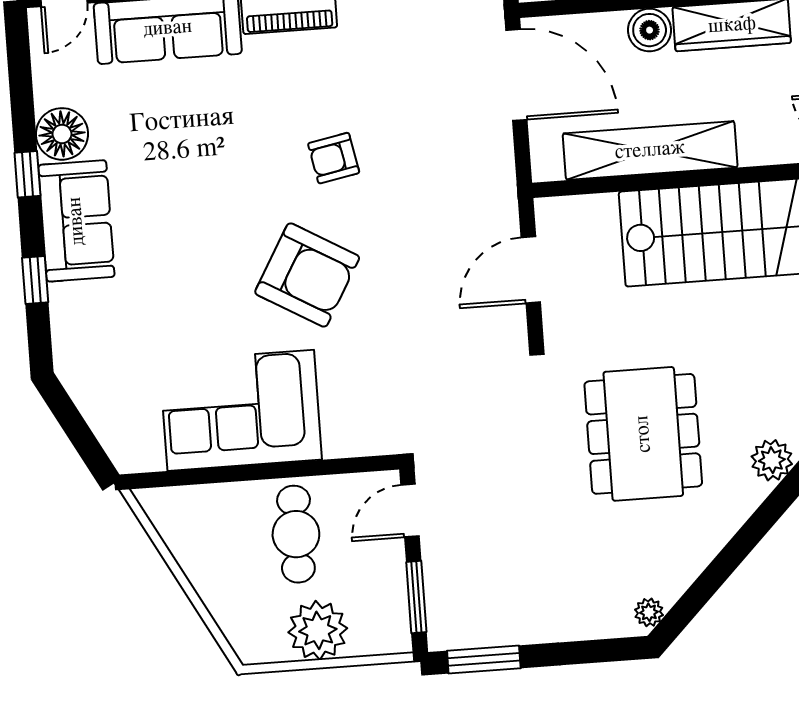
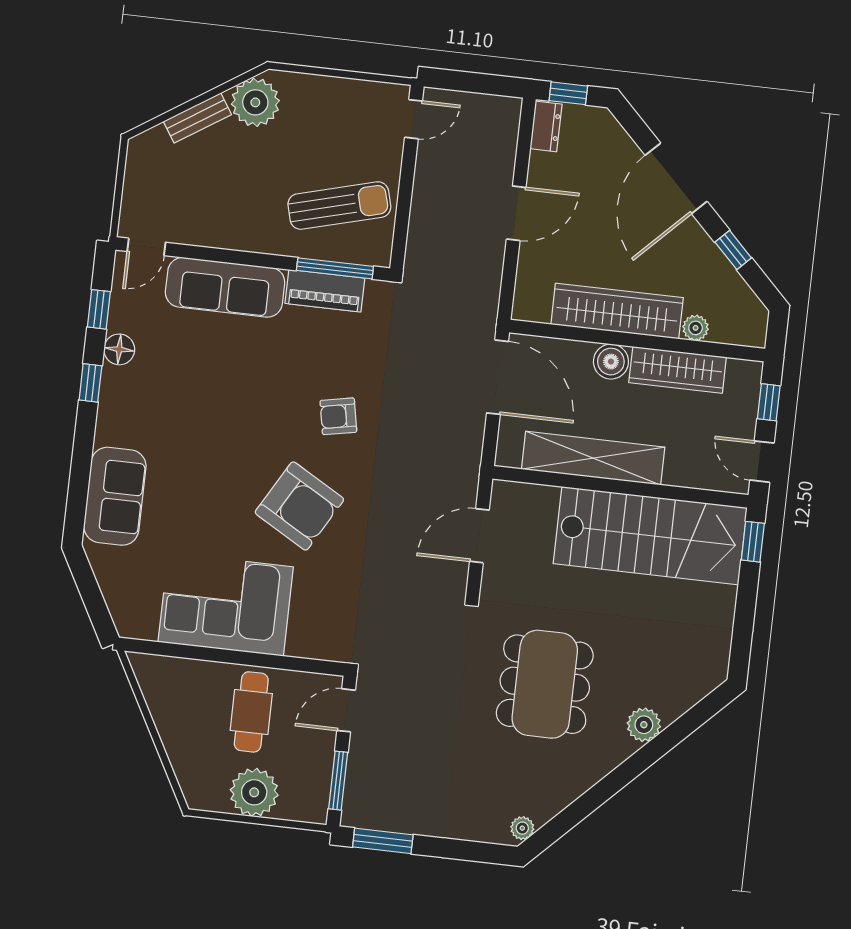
floor lamp: (62, 134) -> (119, 349), width x0.73, depth x0.73
sofa: (76, 221) -> (115, 496), moved
window: (35, 280) -> (99, 309), moved

